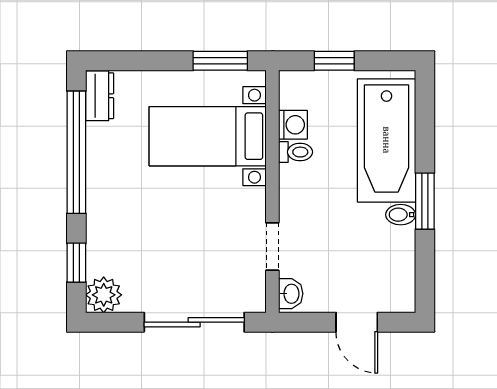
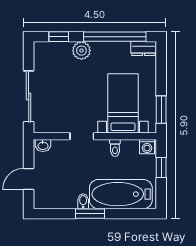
washing machine: (293, 125) -> (147, 147), moved
doorway: (272, 247) -> (82, 136), moved
plant: (104, 295) -> (81, 51), moved

